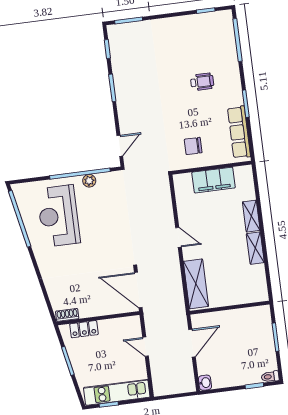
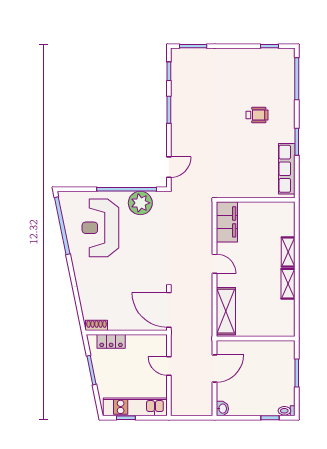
chair: (193, 146) -> (240, 176), removed
filing cabinet: (214, 180) -> (227, 222), moved, turned -90
plant: (89, 181) -> (140, 203), width x1.88, depth x1.88

